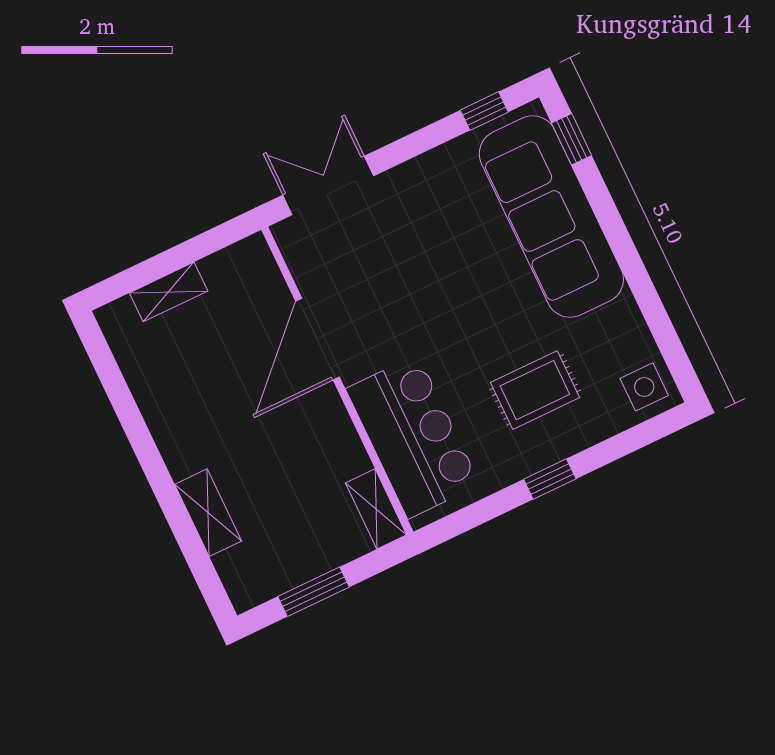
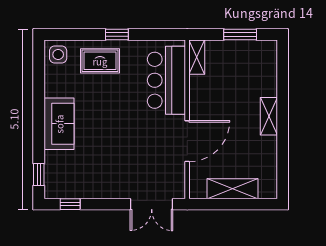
sofa: (551, 217) -> (59, 124), width x0.54, depth x0.79
shelving: (169, 292) -> (232, 189), width x1.50, depth x1.33
rug: (535, 390) -> (100, 61), moved
shelving: (208, 513) -> (269, 116), moved

